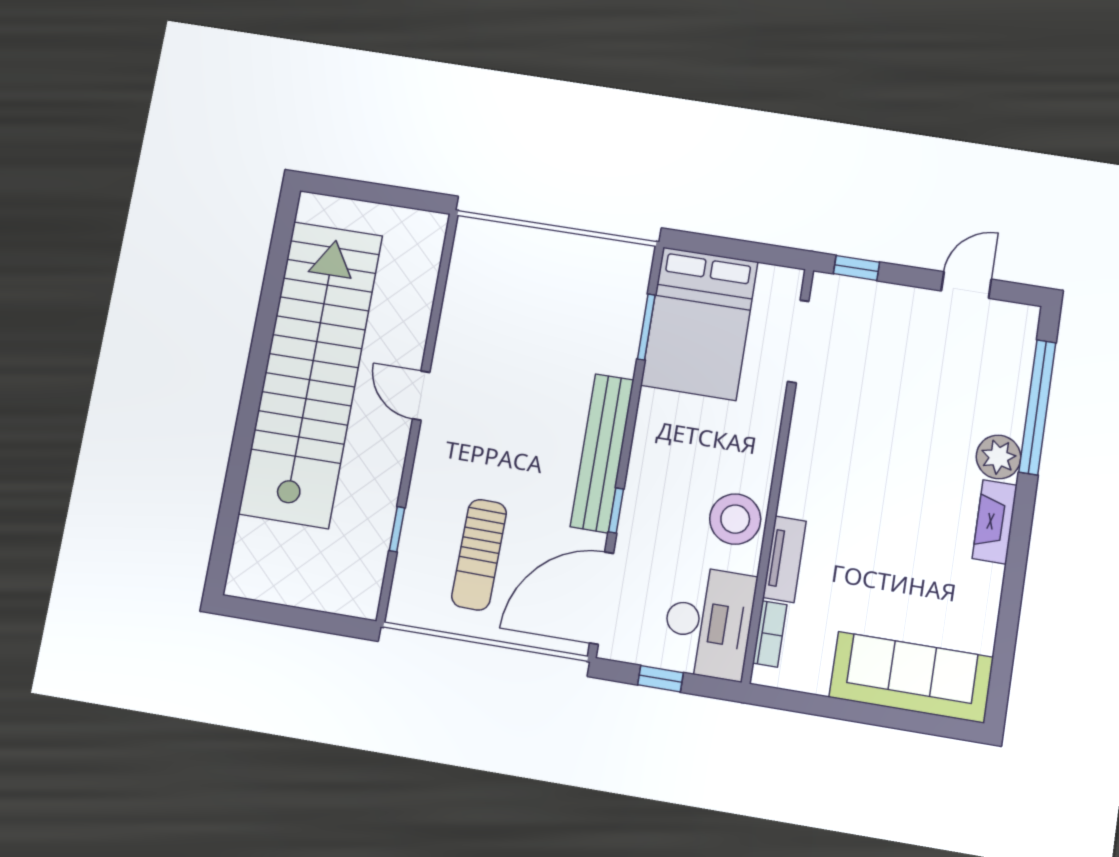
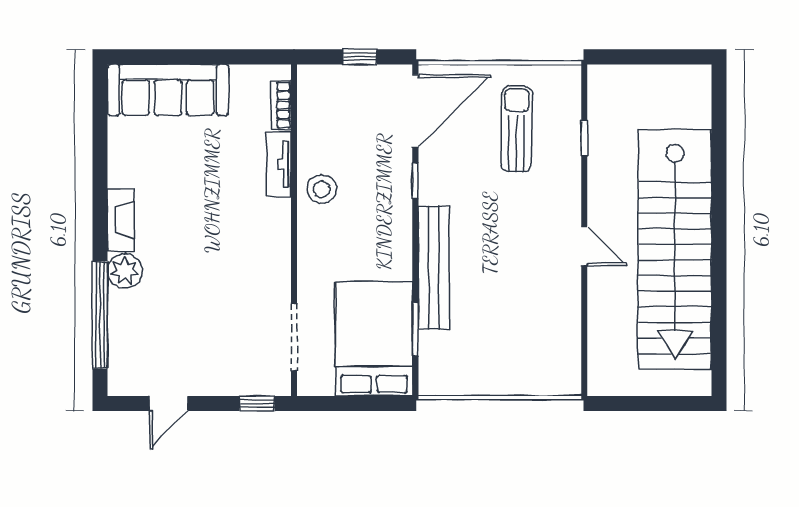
bench: (602, 453) -> (434, 268), moved
stool: (735, 519) -> (322, 189), width x0.73, depth x0.73
desk: (709, 623) -> (330, 106), removed

